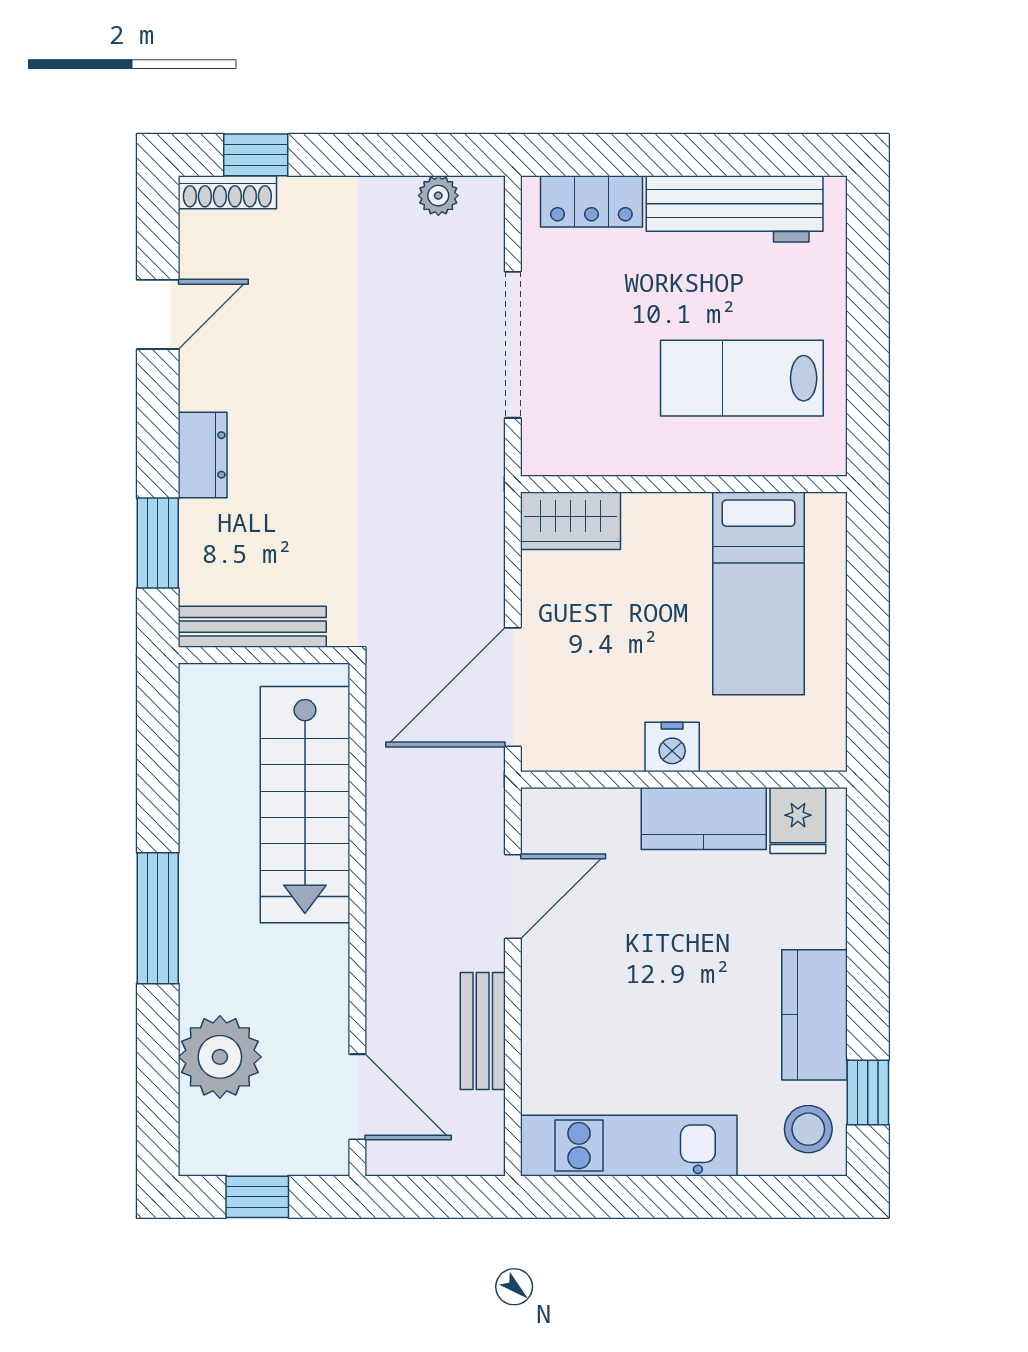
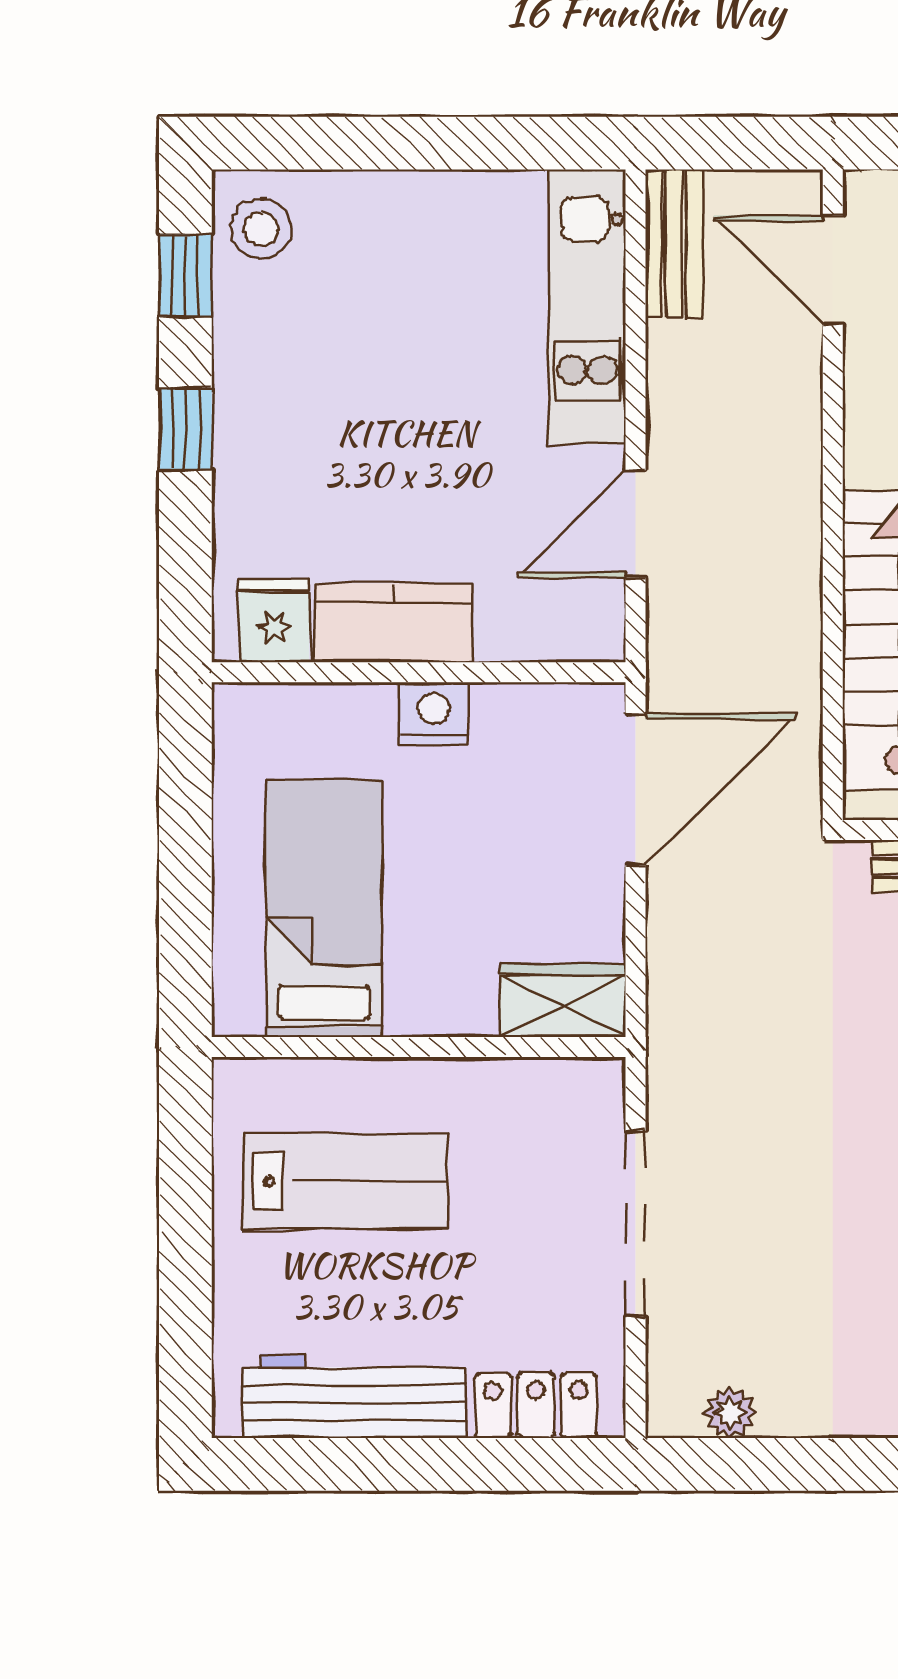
window: (868, 971) -> (185, 429), added
kitchen counter: (815, 1015) -> (253, 374), removed
bench: (483, 1031) -> (674, 244), moved
kitchen unit: (629, 1146) -> (587, 307), moved, turned 90

